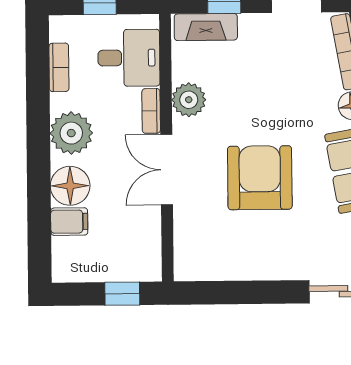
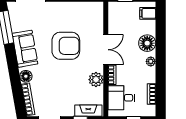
plant: (71, 133) -> (151, 61), width x0.53, depth x0.53
armchair: (260, 178) -> (66, 46), turned -90
filing cabinet: (69, 222) -> (148, 13), moved

